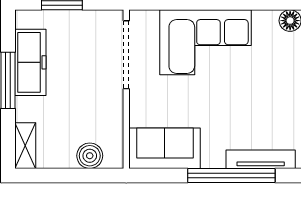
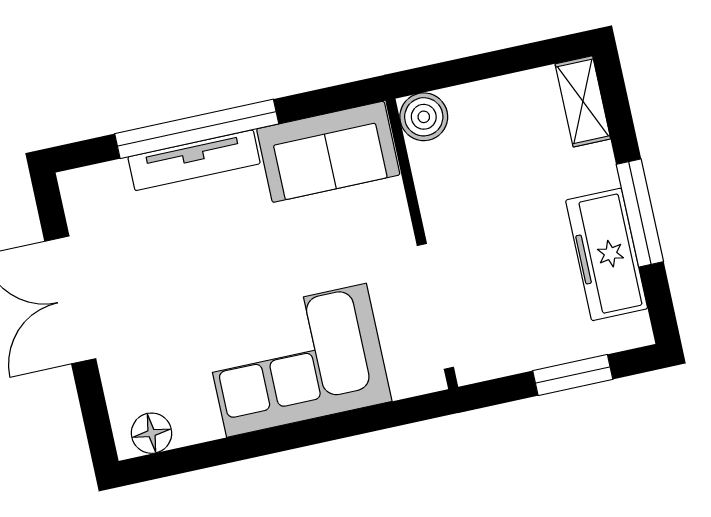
boiler: (90, 156) -> (424, 117), moved
tv unit: (261, 159) -> (194, 160), moved

